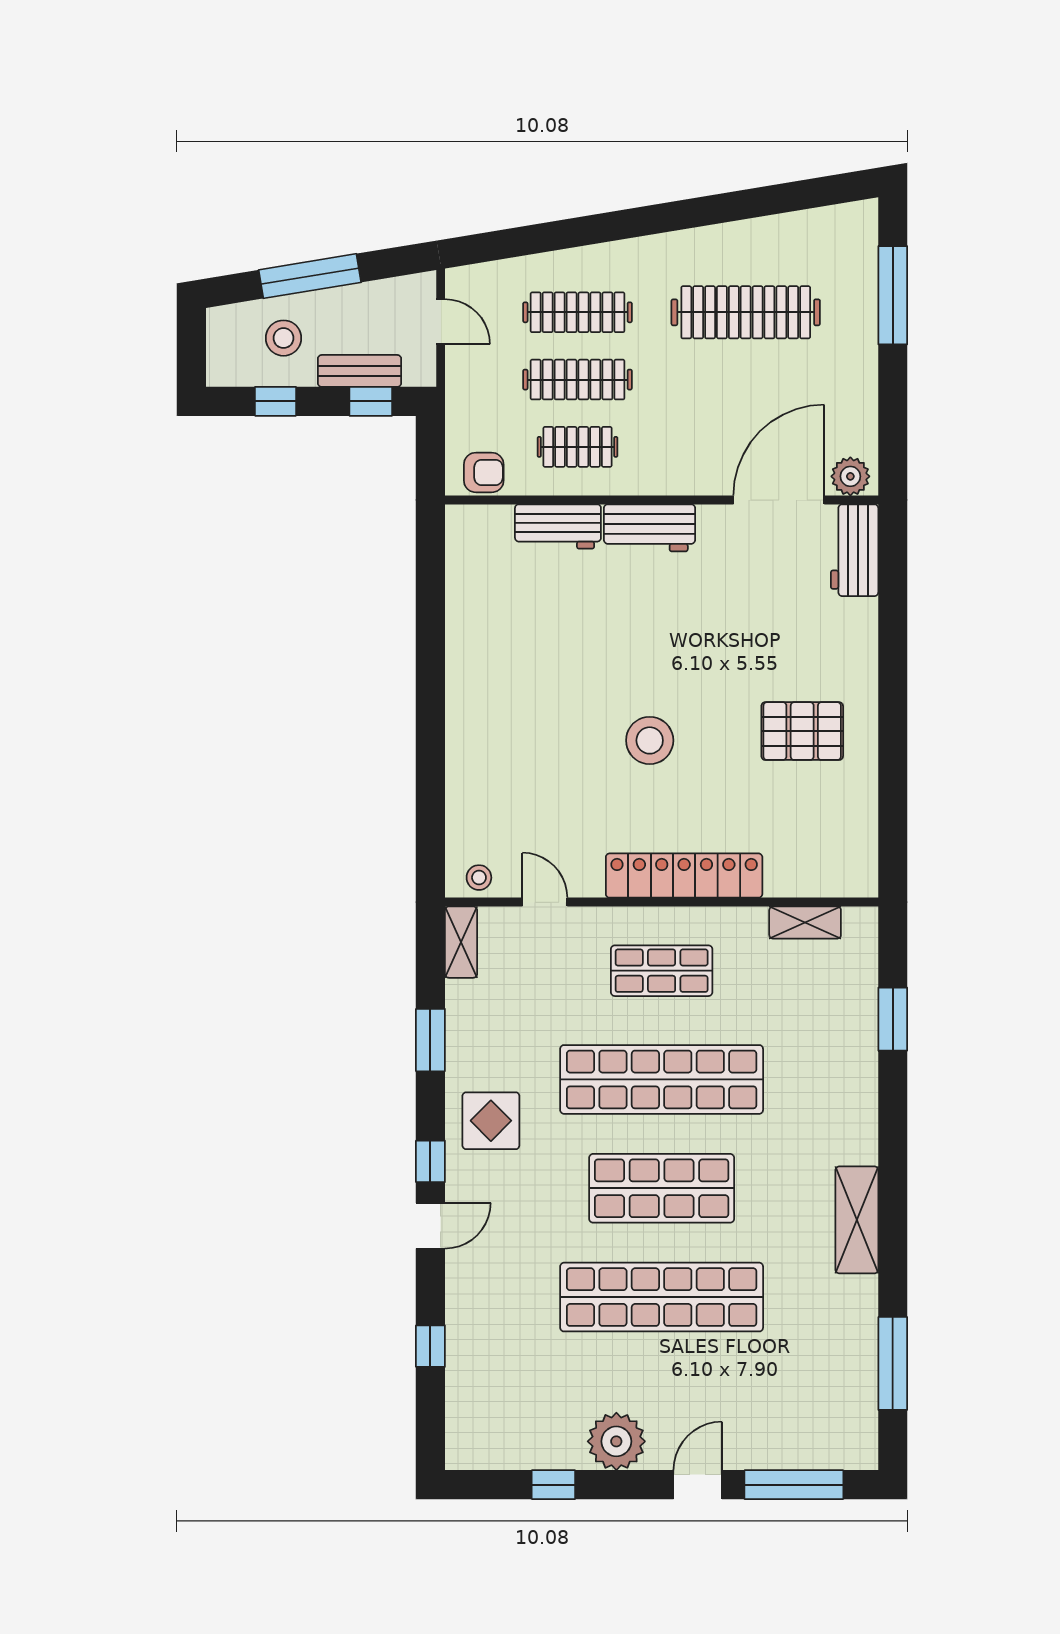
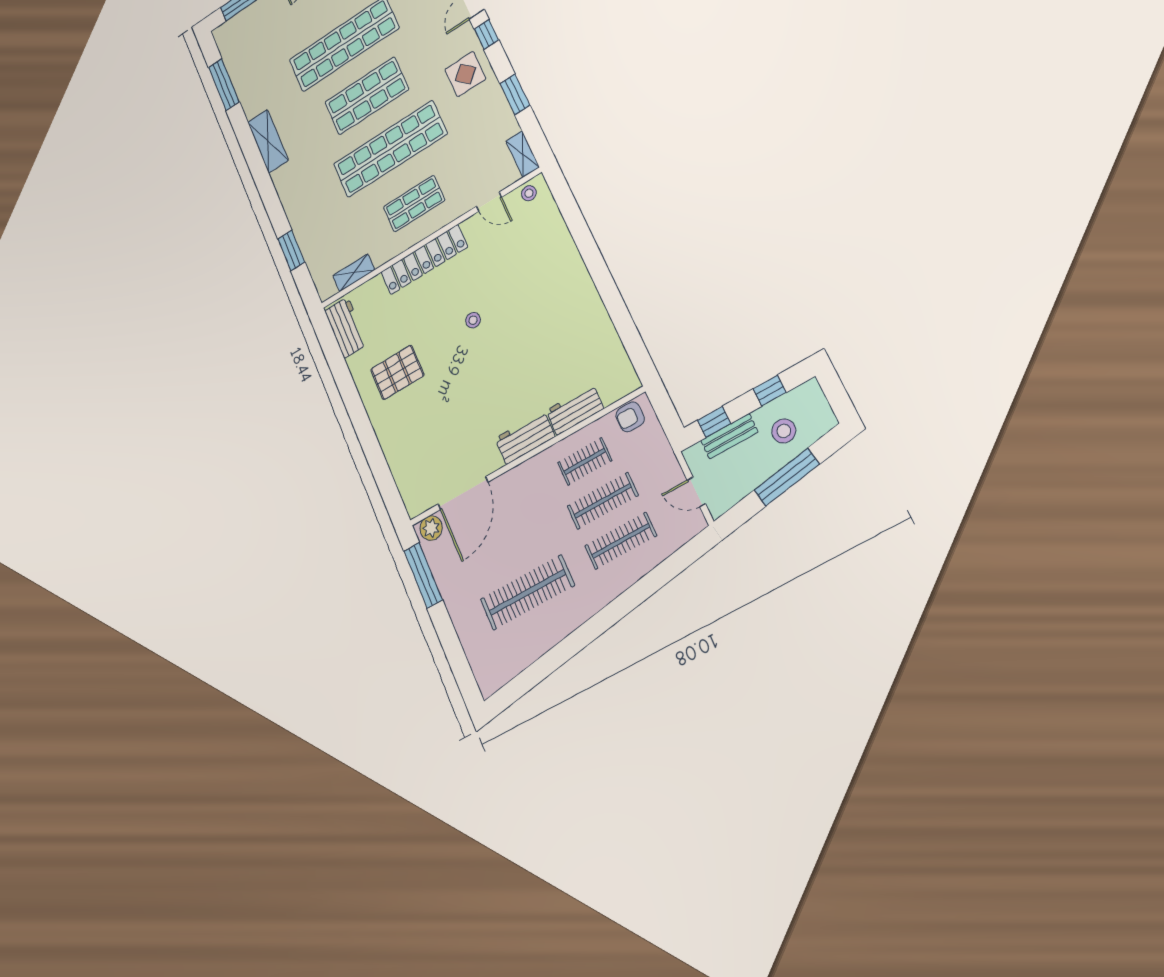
window: (893, 295) -> (423, 575), moved
workbench: (855, 550) -> (346, 328), moved
stool: (650, 740) -> (473, 320), width x0.53, depth x0.53

